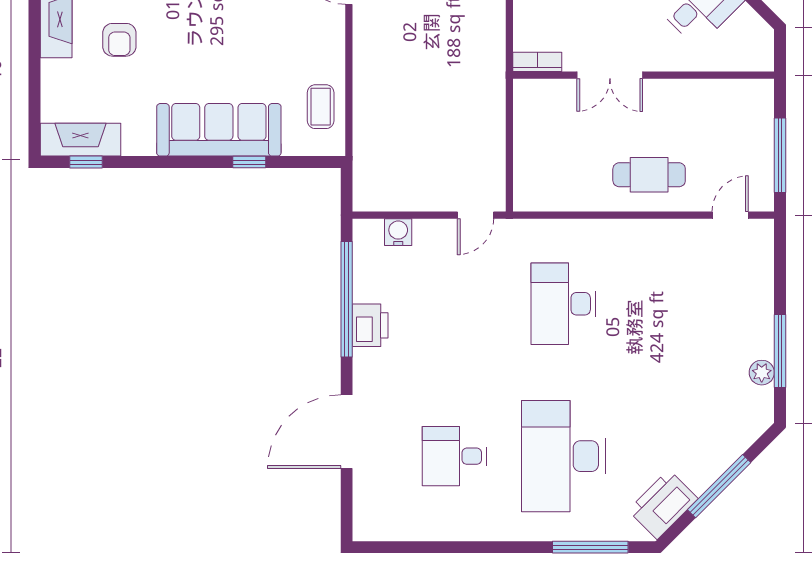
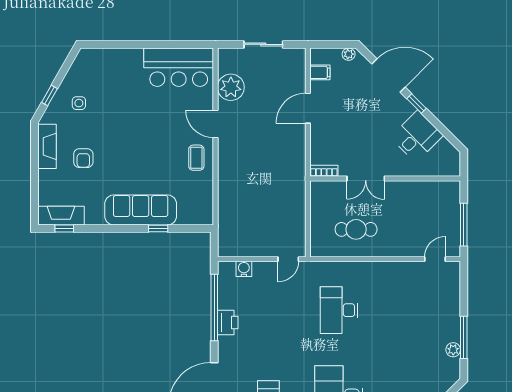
coffee table: (321, 107) -> (196, 158), moved
cafe table: (649, 175) -> (356, 229), moved

